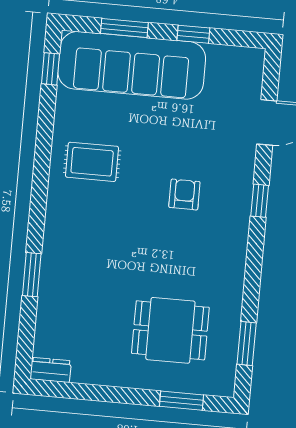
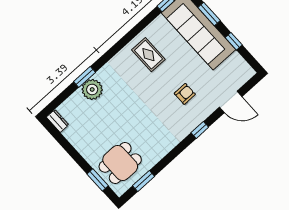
armchair: (184, 194) -> (185, 94), moved
plant: (58, 282) -> (92, 89), added
dining table: (170, 330) -> (120, 163), moved, turned 90

